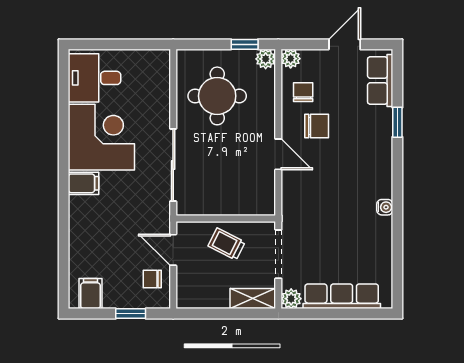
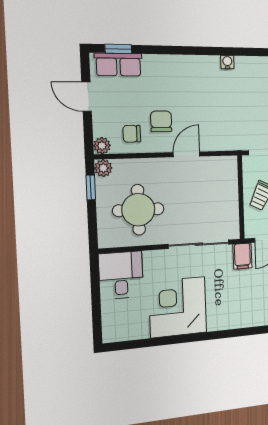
desk: (95, 78) -> (121, 275), moved, turned 180
window: (397, 122) -> (118, 49), moved
filing cabinet: (84, 183) -> (242, 256), moved, turned 180

